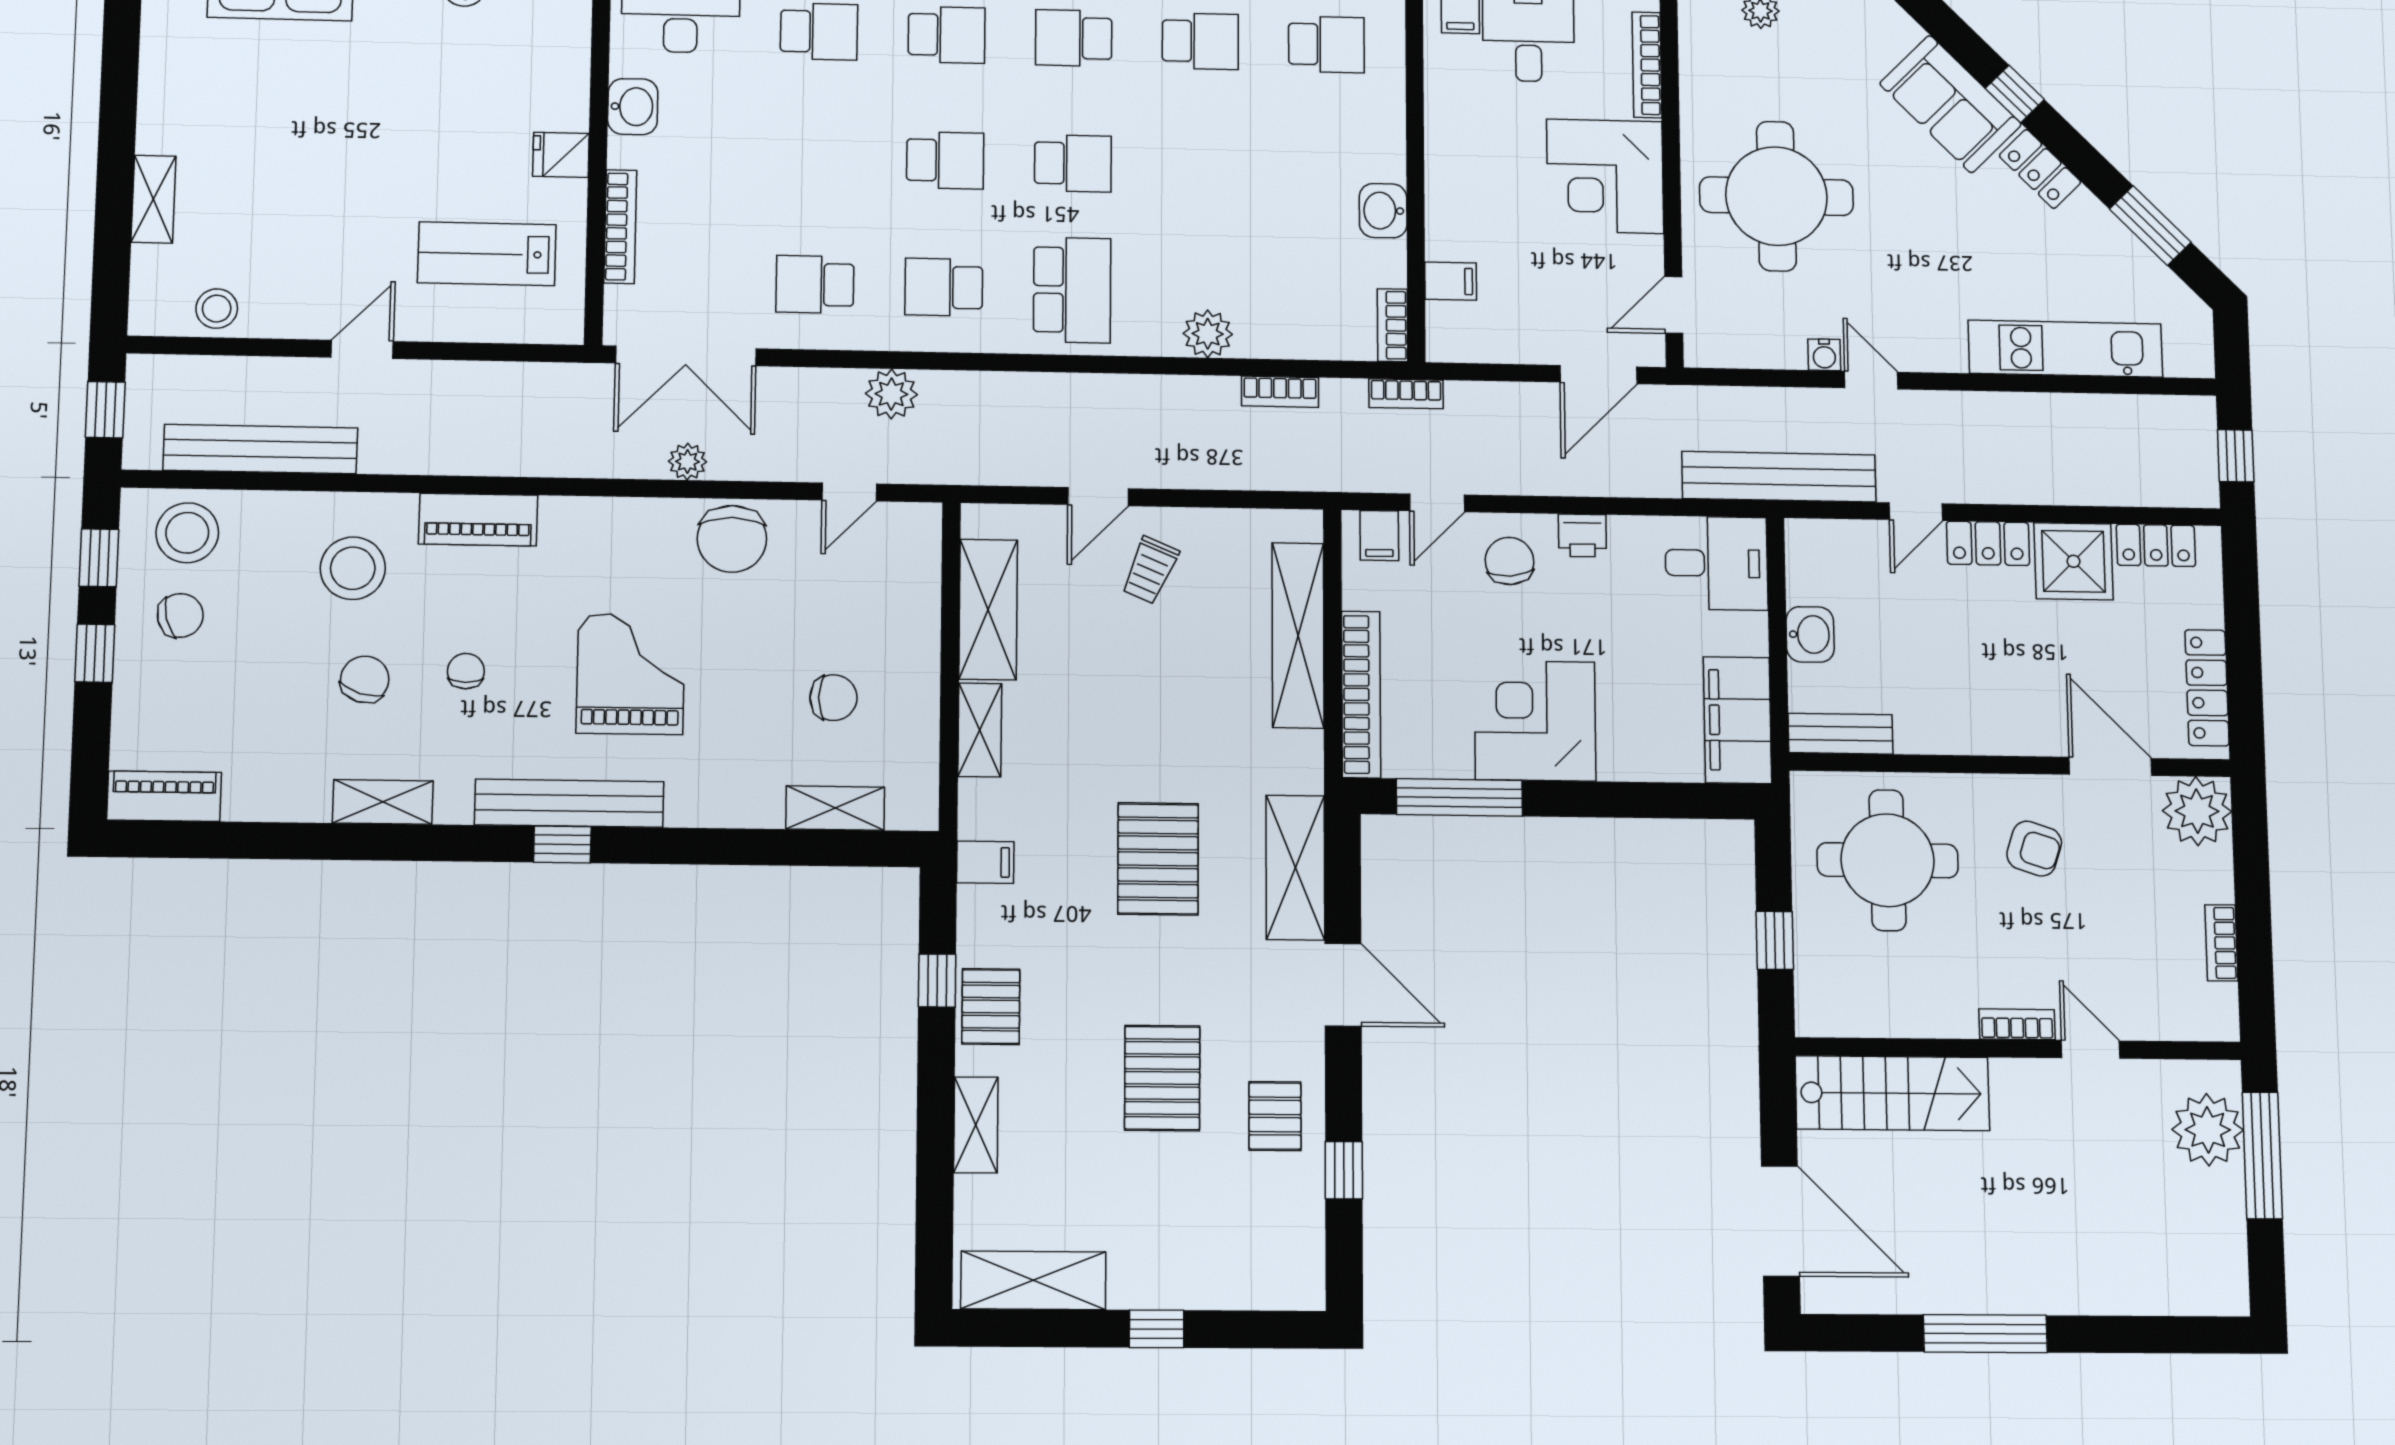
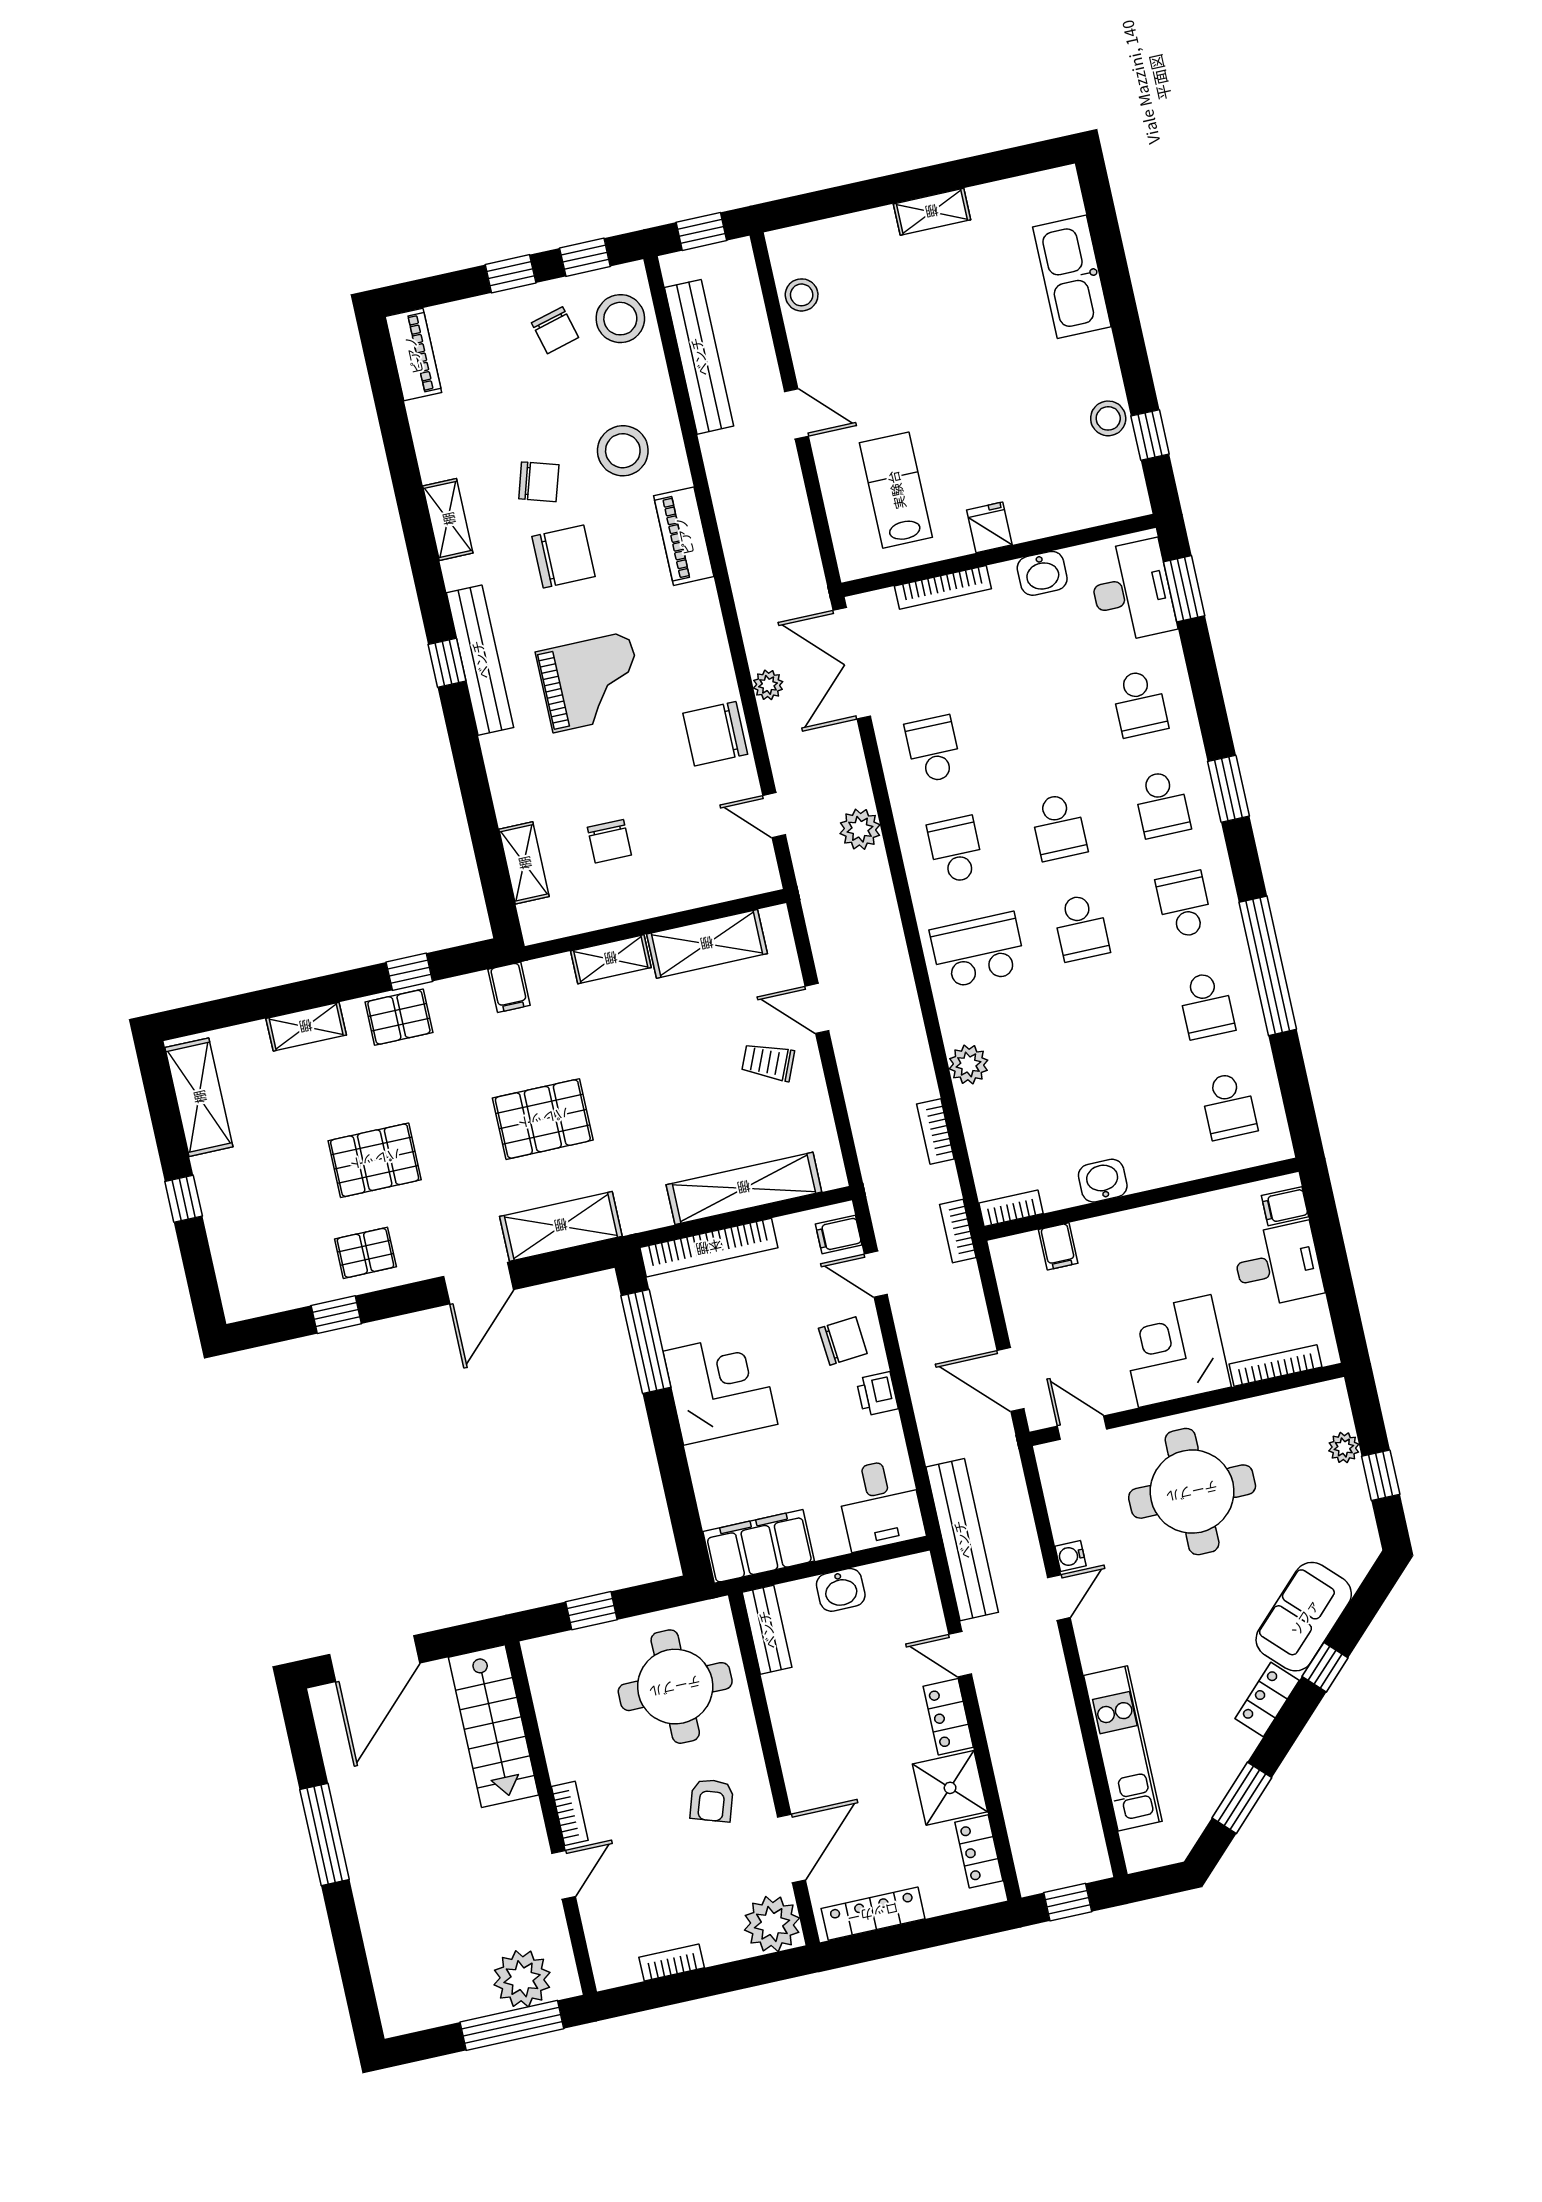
shelving: (153, 199) -> (932, 212), moved
school desk: (1072, 290) -> (978, 950), turned 180
chair: (466, 671) -> (563, 557), width x1.87, depth x1.87

